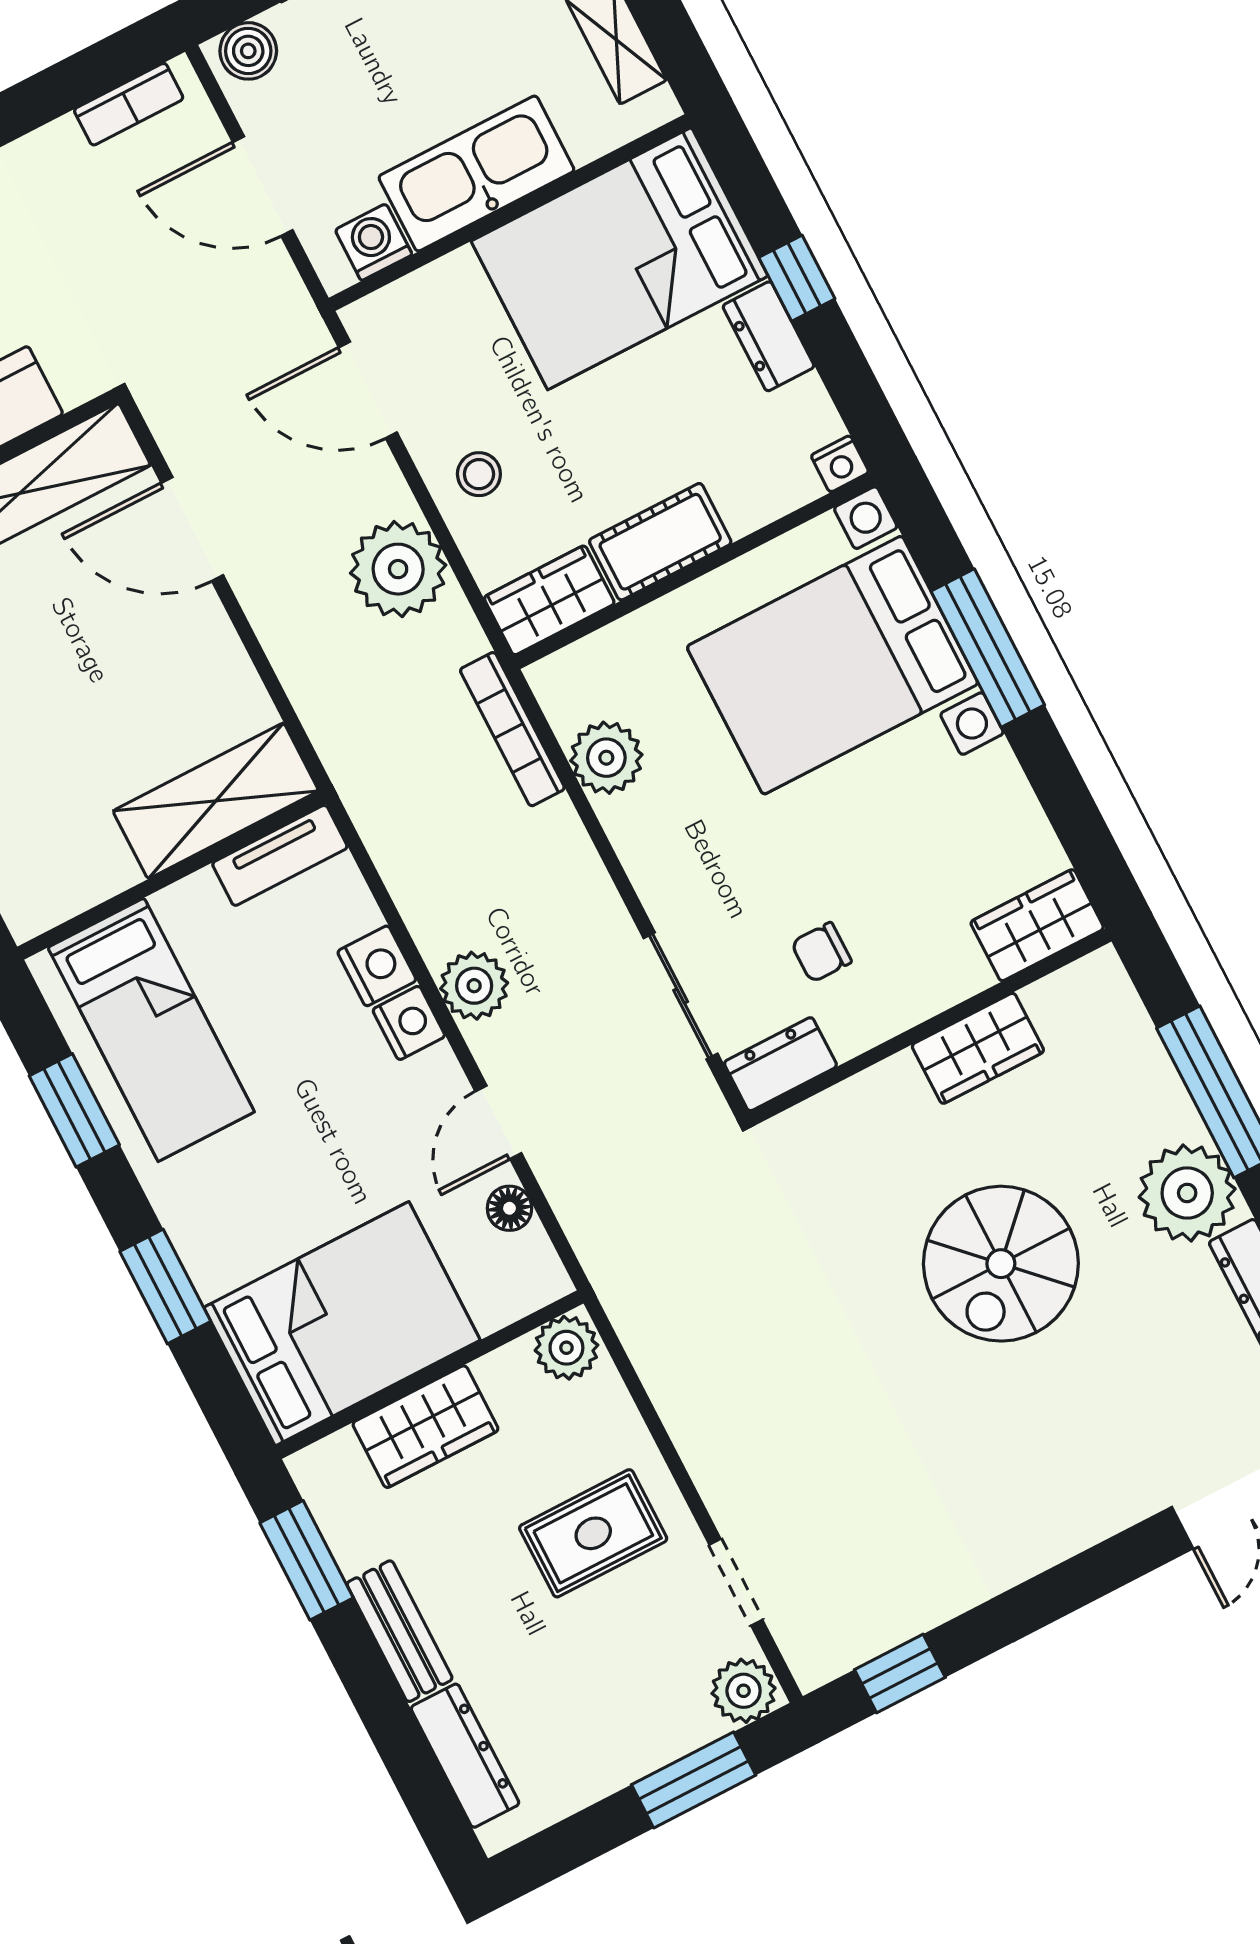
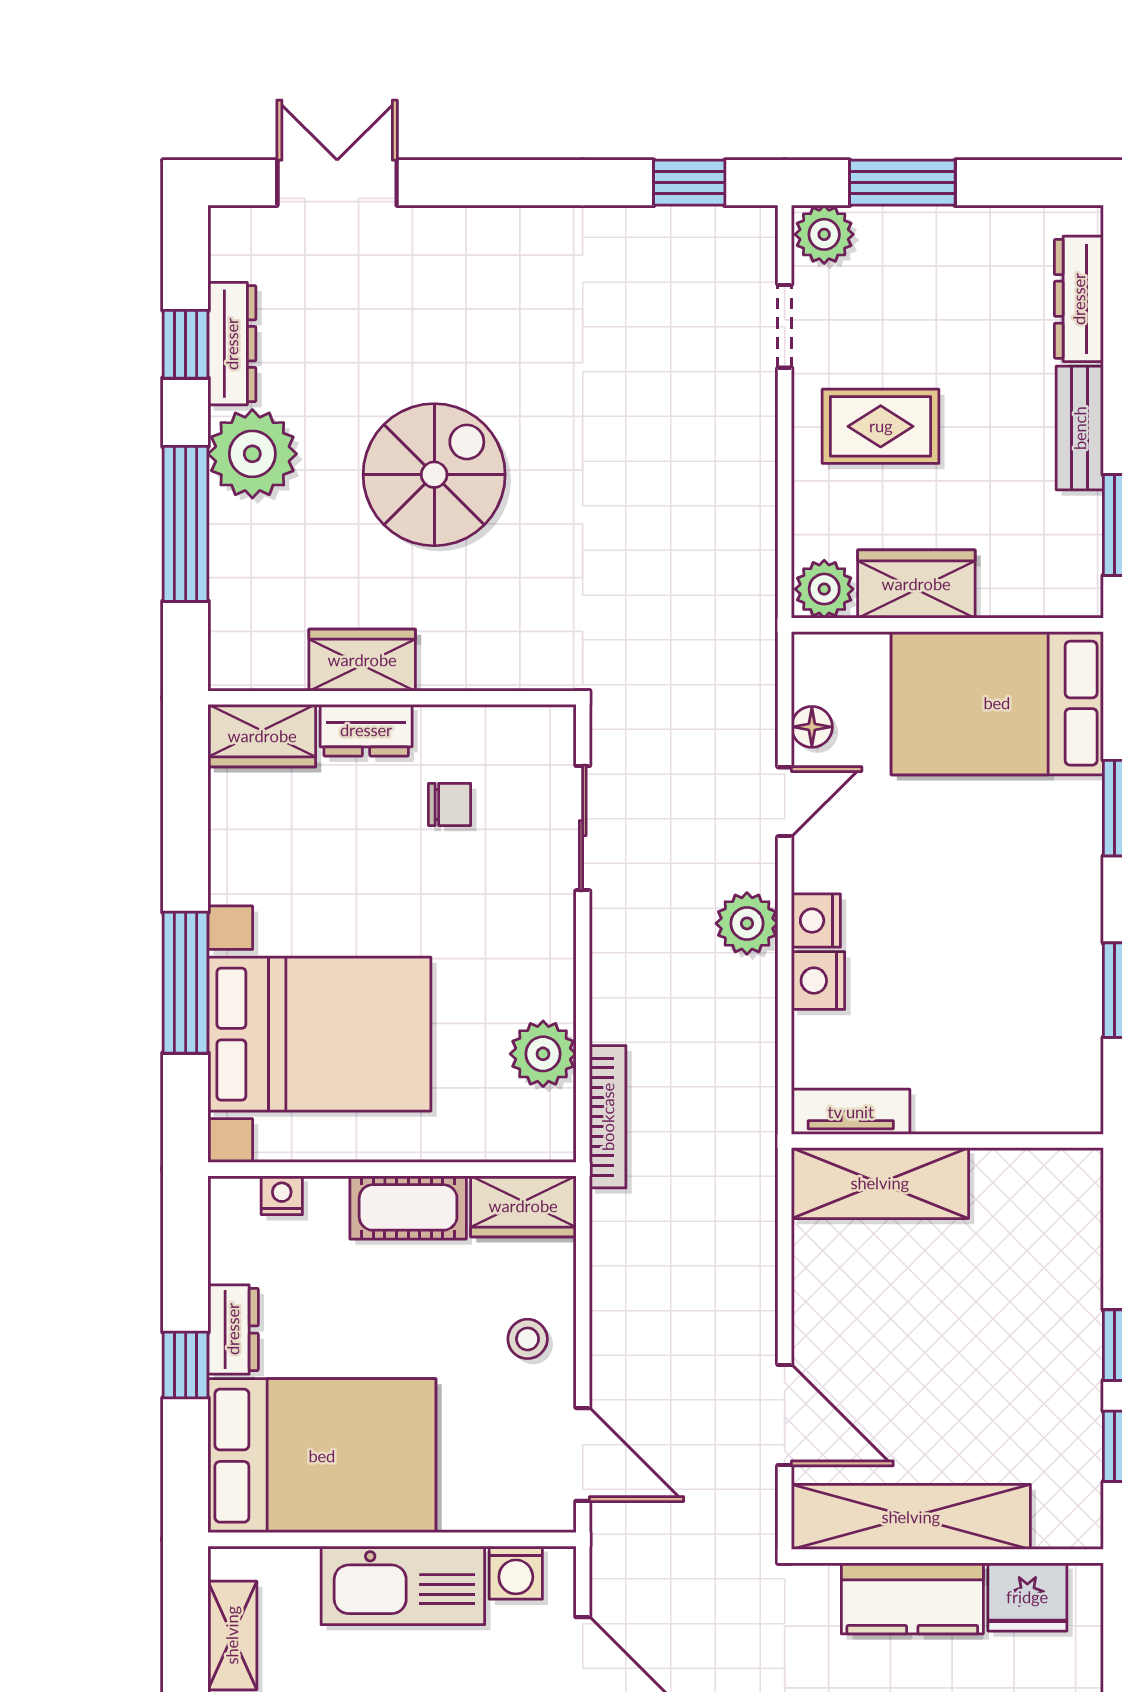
nightstand: (840, 464) -> (282, 1195), moved
plant: (398, 569) -> (634, 1296), removed
bed: (151, 1030) -> (1029, 1024), removed
dresser: (780, 1064) -> (366, 730), moved
wardrobe: (425, 1427) -> (916, 584), moved

